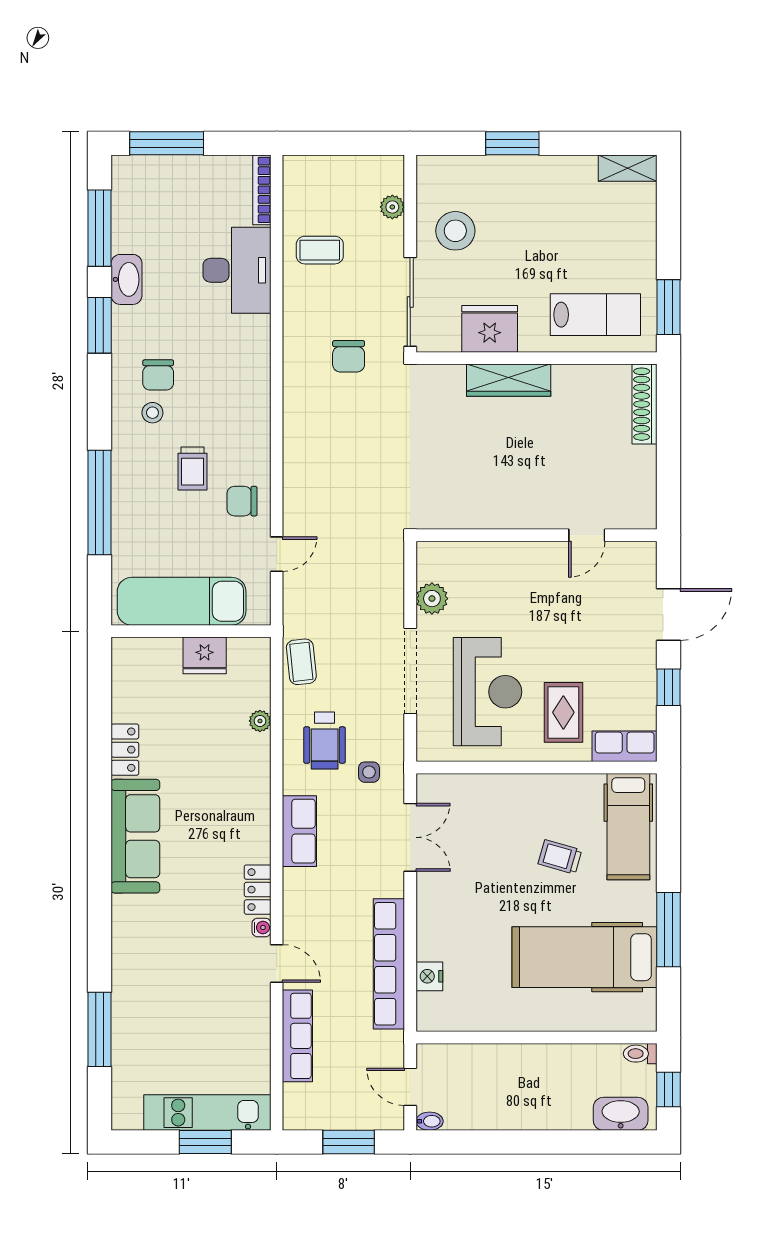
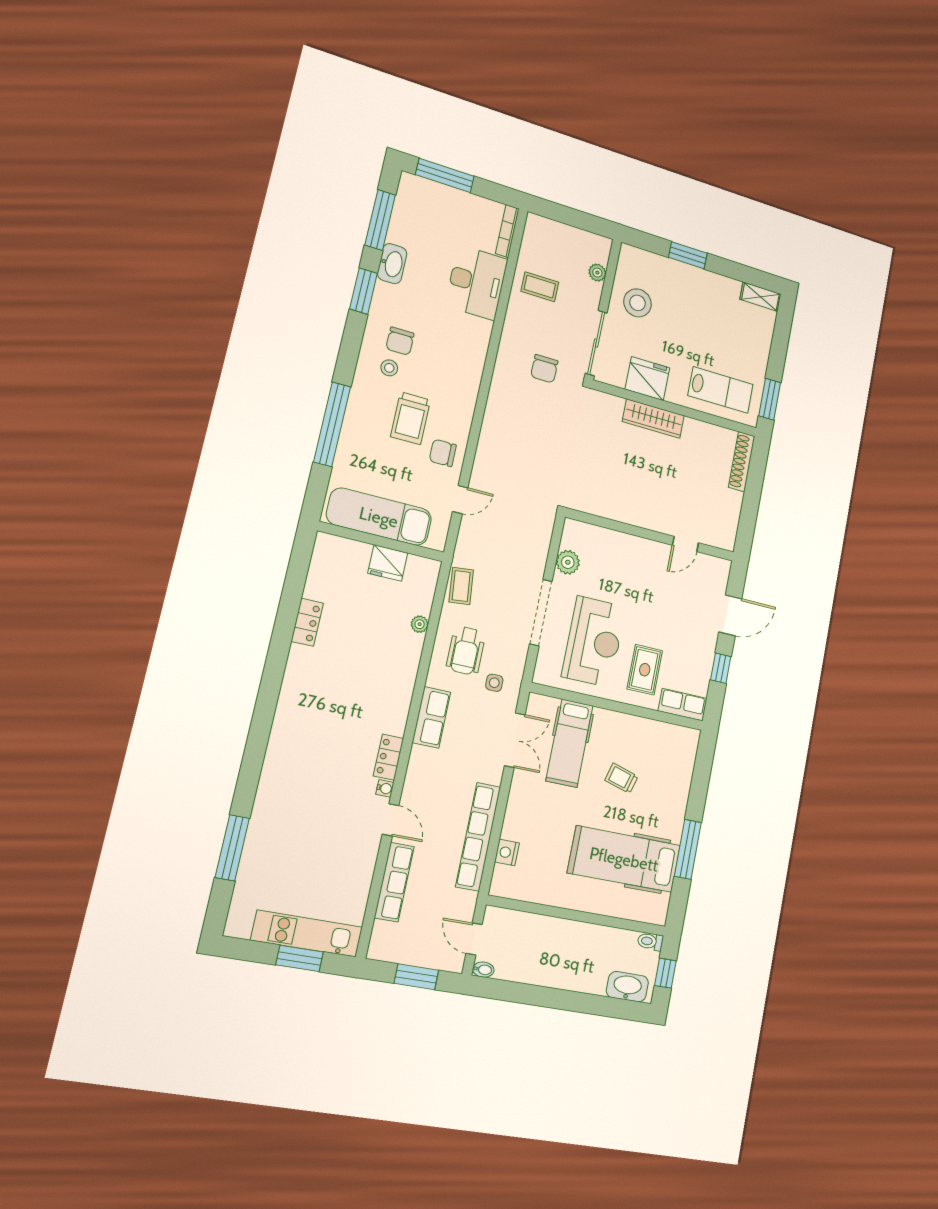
trolley: (193, 469) -> (410, 418), width x1.36, depth x1.39
hospital bed: (628, 827) -> (570, 743), moved
sofa: (135, 836) -> (300, 694), removed

